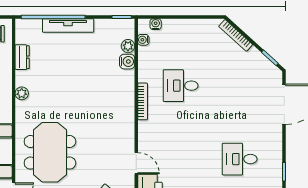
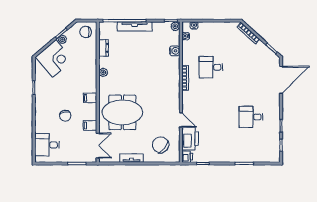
plant: (128, 46) -> (175, 26), moved
meeting table: (50, 152) -> (122, 112), turned 90

